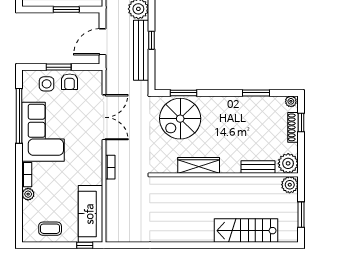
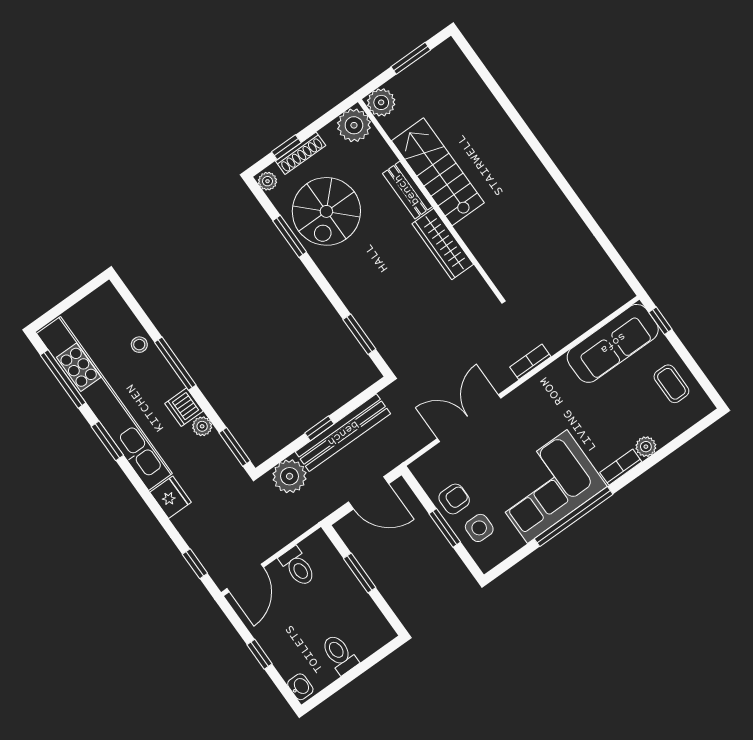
window: (19, 116) -> (574, 517), moved
spiral stairs: (180, 119) -> (326, 211), moved, turned 90
bench: (258, 167) -> (407, 190), moved
stairs: (246, 231) -> (438, 172), moved, turned 180

